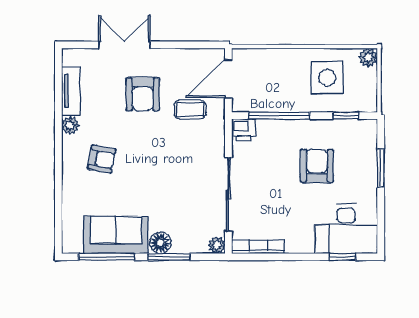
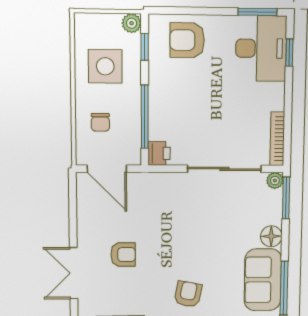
plant: (368, 57) -> (132, 23), moved
chair: (274, 73) -> (100, 122), added
armchair: (143, 94) -> (123, 255), width x0.72, depth x0.72
coffee table: (190, 109) -> (138, 207), removed
armchair: (317, 166) -> (187, 40), moved
window: (381, 168) -> (257, 12), moved
window: (169, 257) -> (286, 198), moved

